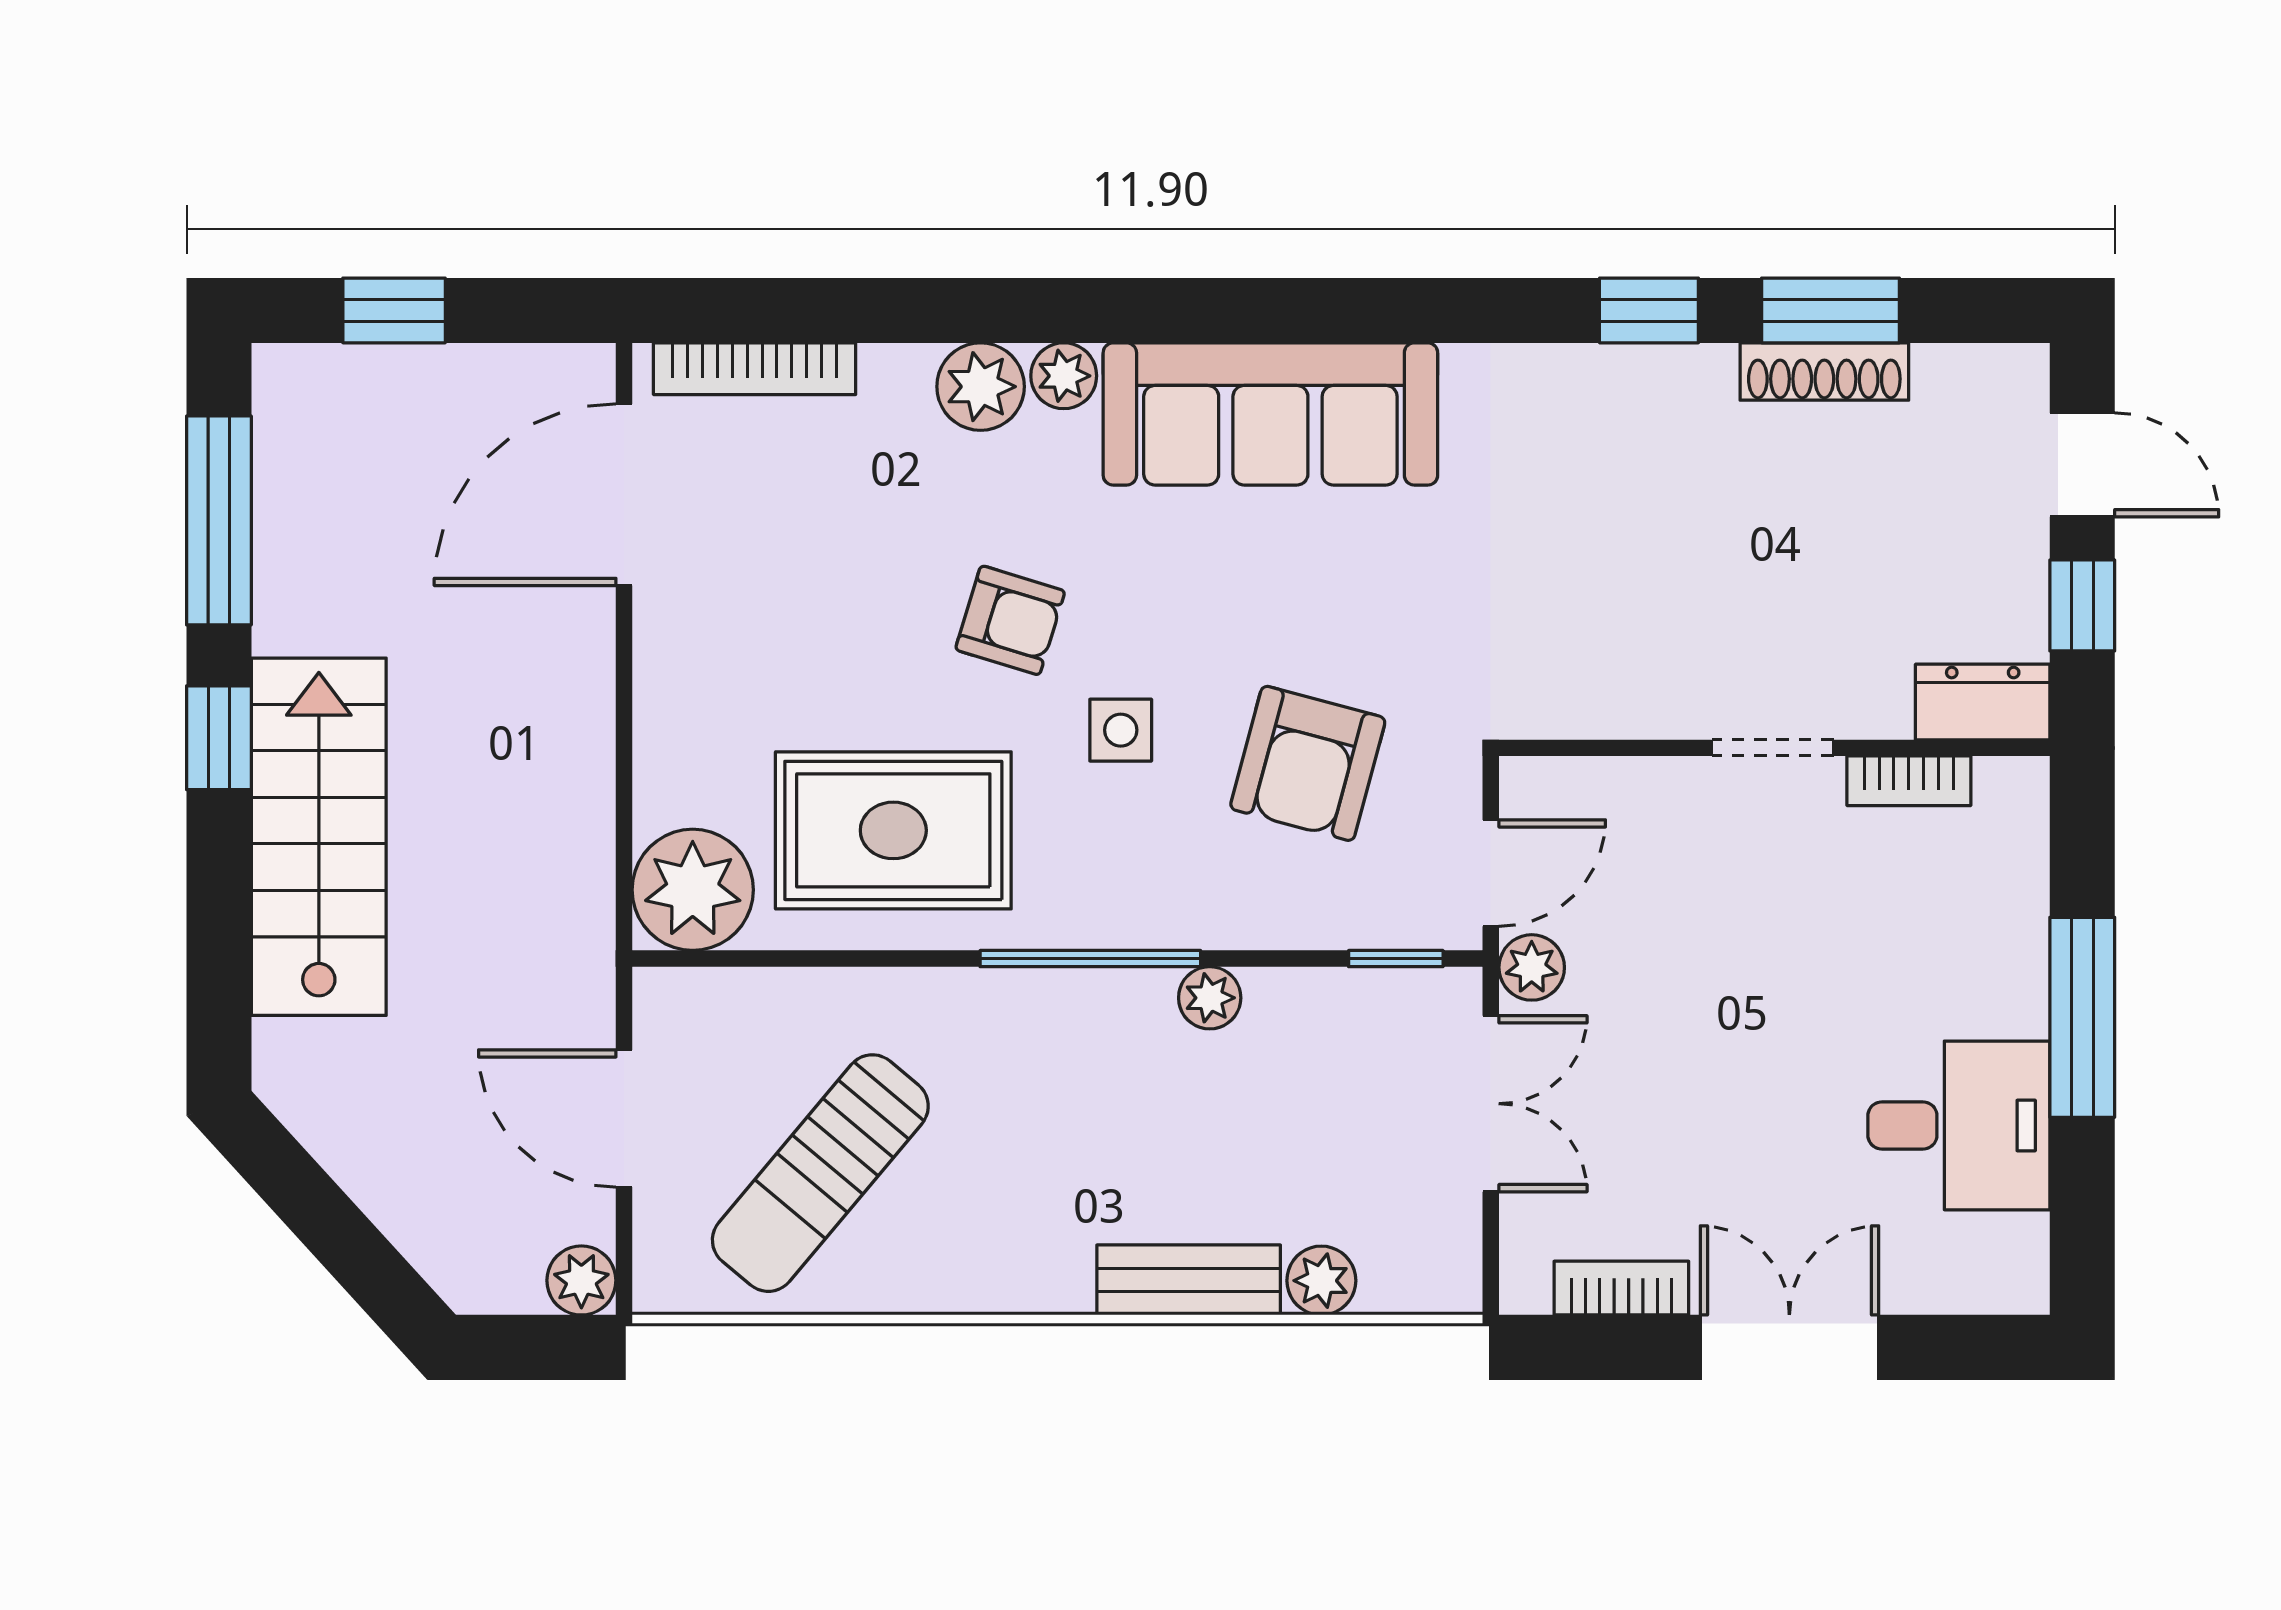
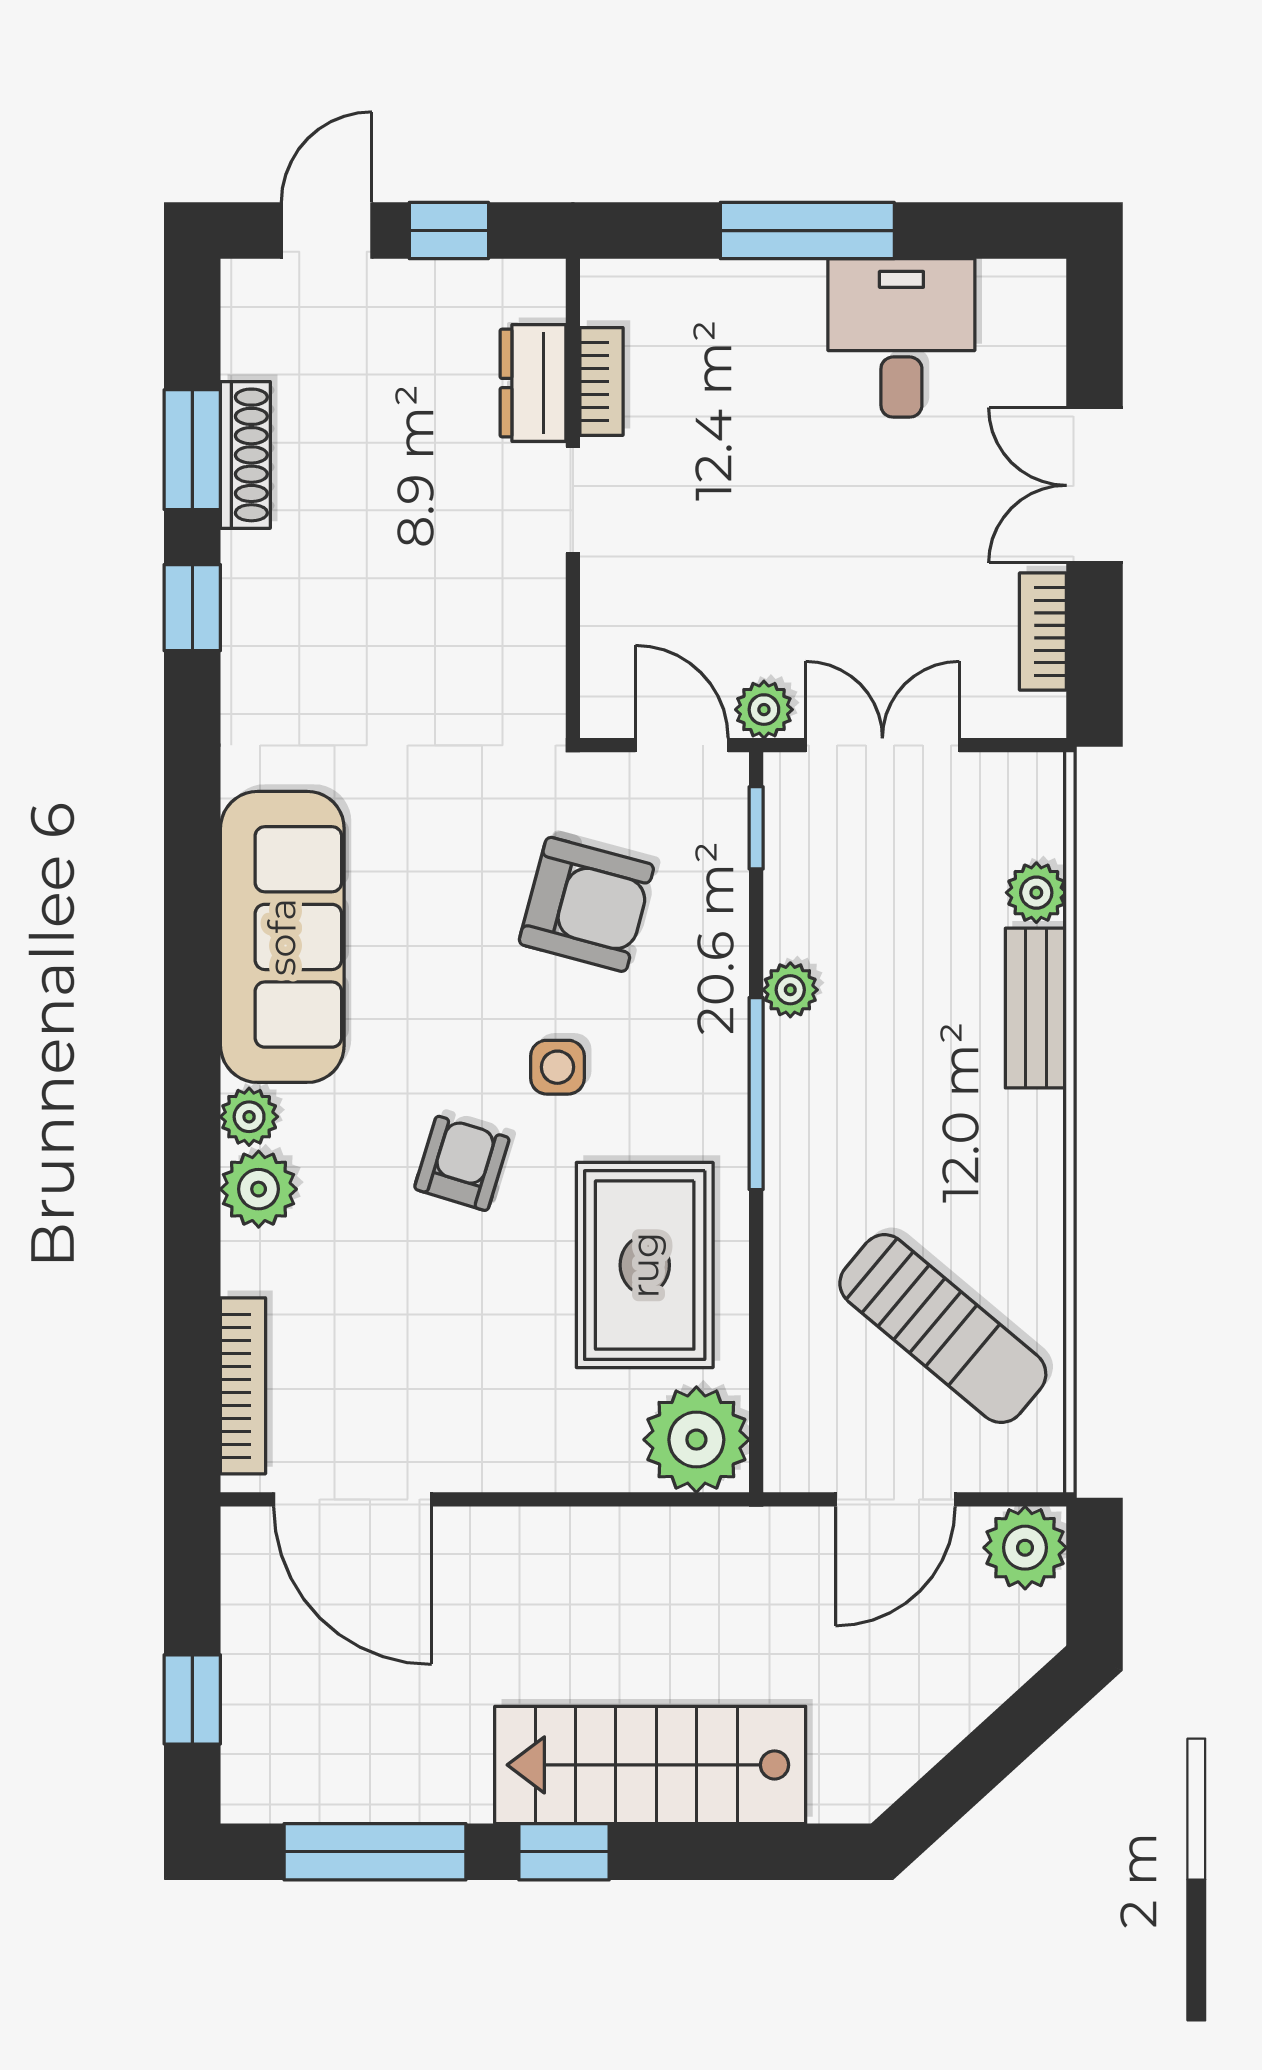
dresser: (1983, 702) -> (533, 383), moved
plant: (581, 1280) -> (1025, 1548), width x1.38, depth x1.38

